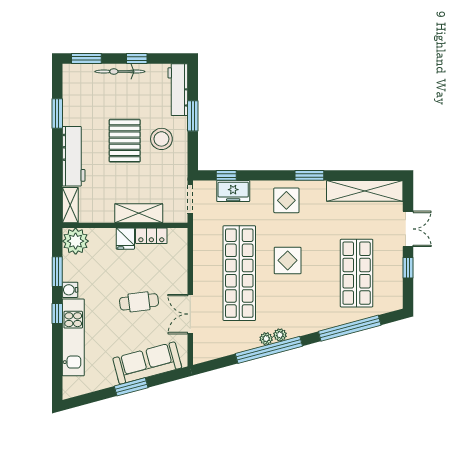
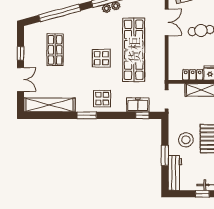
double door: (408, 229) -> (20, 79), swing flipped
shop shelf: (357, 273) -> (55, 50), width x0.70, depth x0.74

